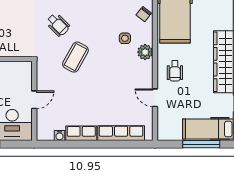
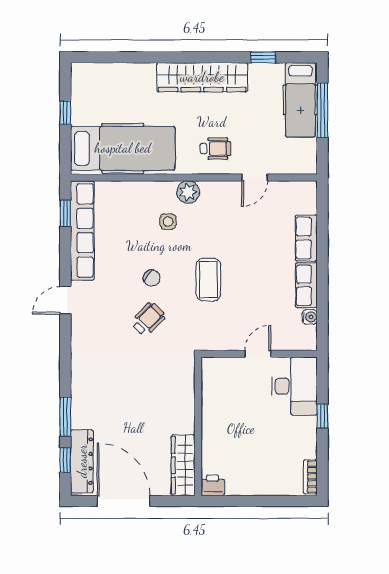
chair: (144, 14) -> (152, 278), moved
coffee table: (75, 57) -> (208, 280), moved, turned 61
door: (34, 100) -> (258, 354), hinge flipped
row of seats: (121, 133) -> (306, 238), width x0.68

